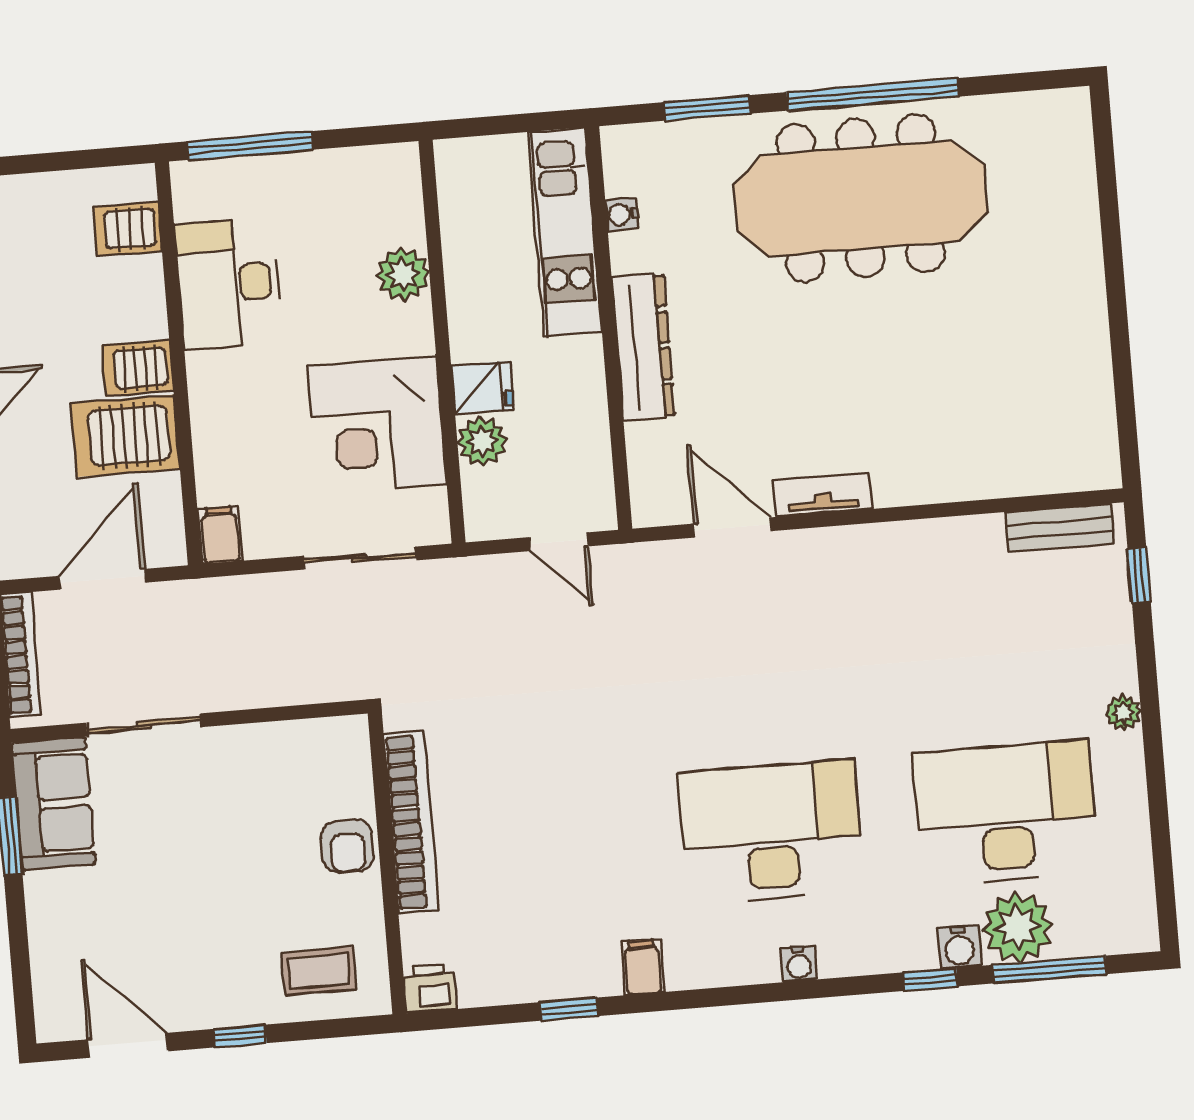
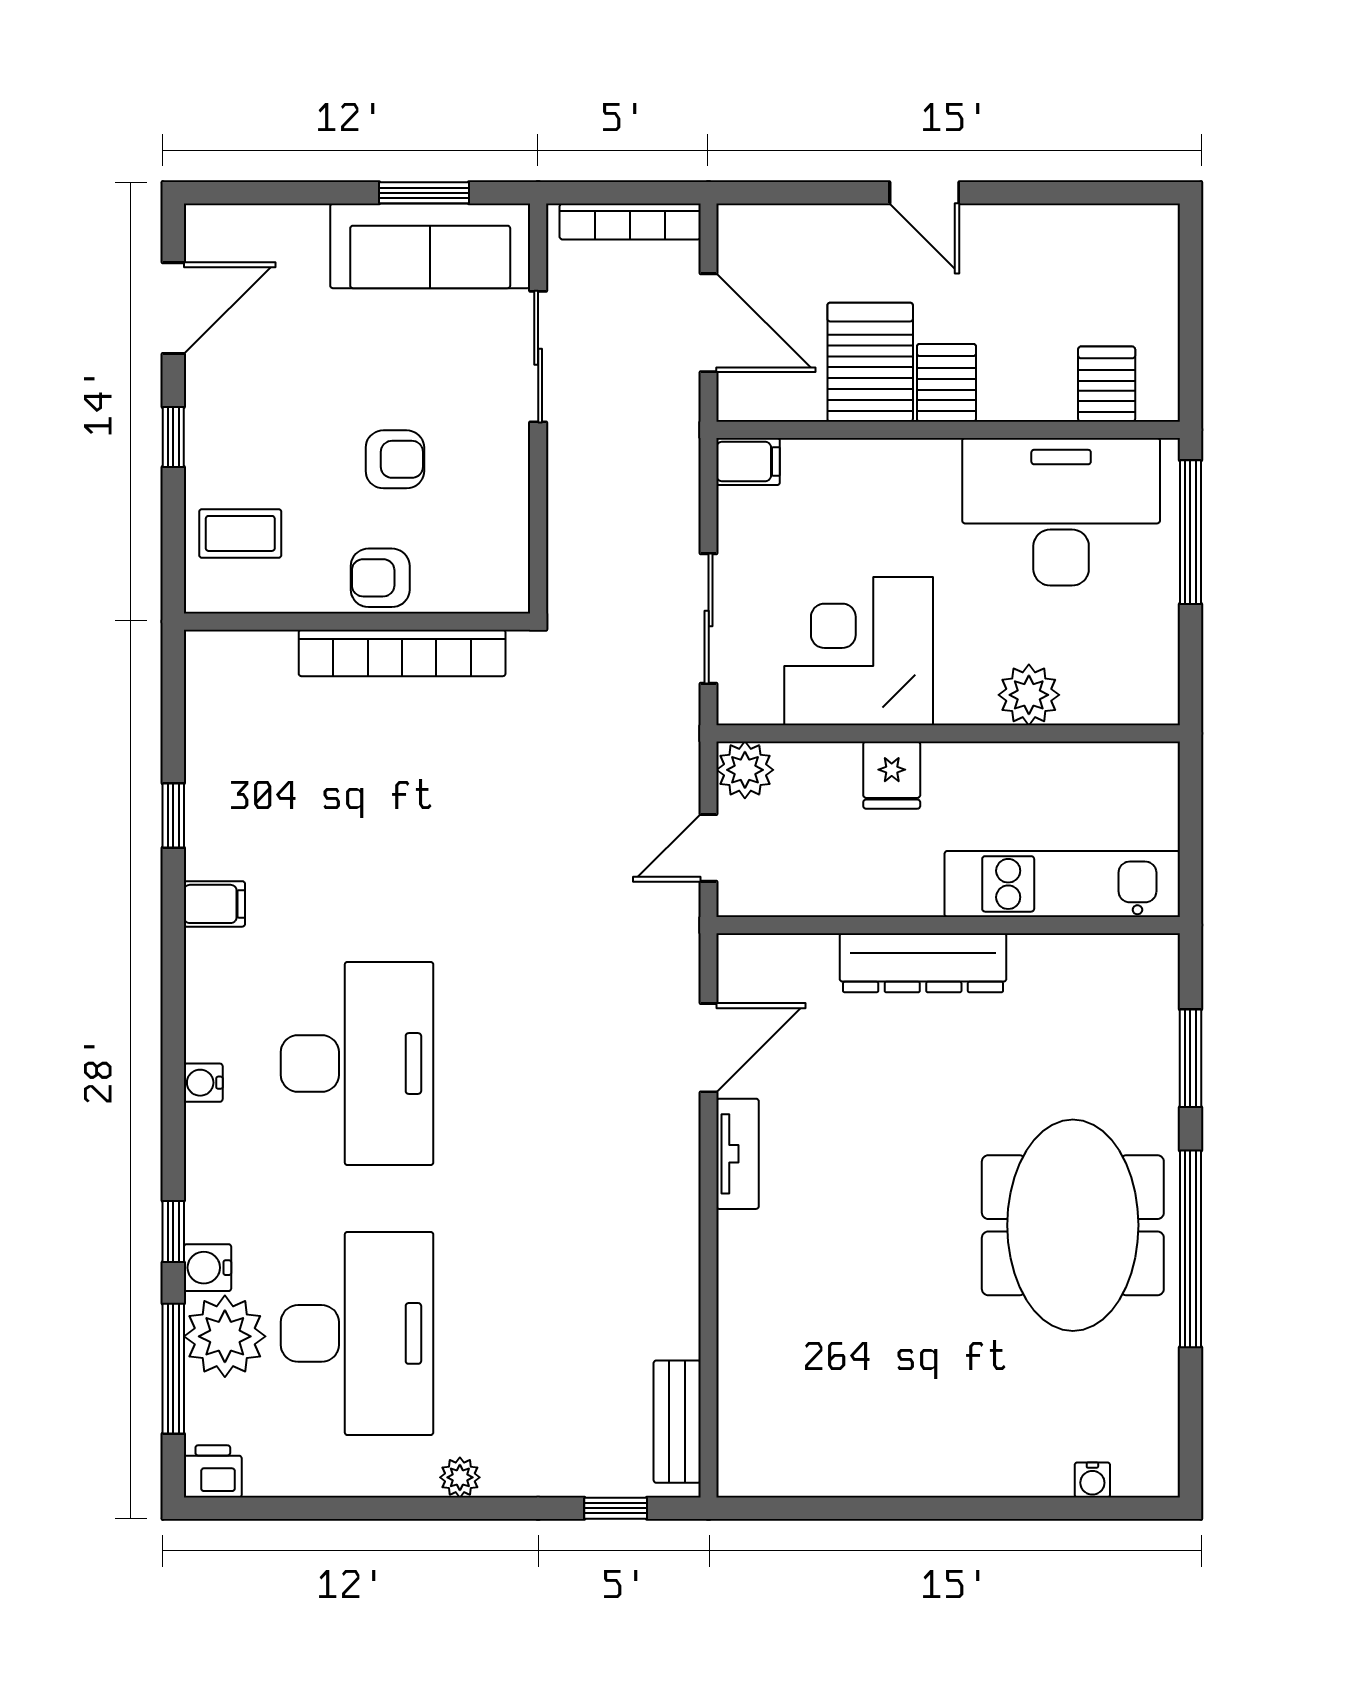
meeting table: (861, 198) -> (1073, 1225), width x0.73
water cooler: (622, 214) -> (1092, 1480), moved, turned 180
desk: (228, 283) -> (1061, 512), width x1.36, depth x1.30
plant: (482, 441) -> (745, 770), moved
sofa: (54, 804) -> (430, 246), width x1.36
armchair: (243, 842) -> (395, 459), added
coffee table: (319, 971) -> (240, 533), turned 90
printer: (430, 988) -> (213, 1471), moved, turned -90

